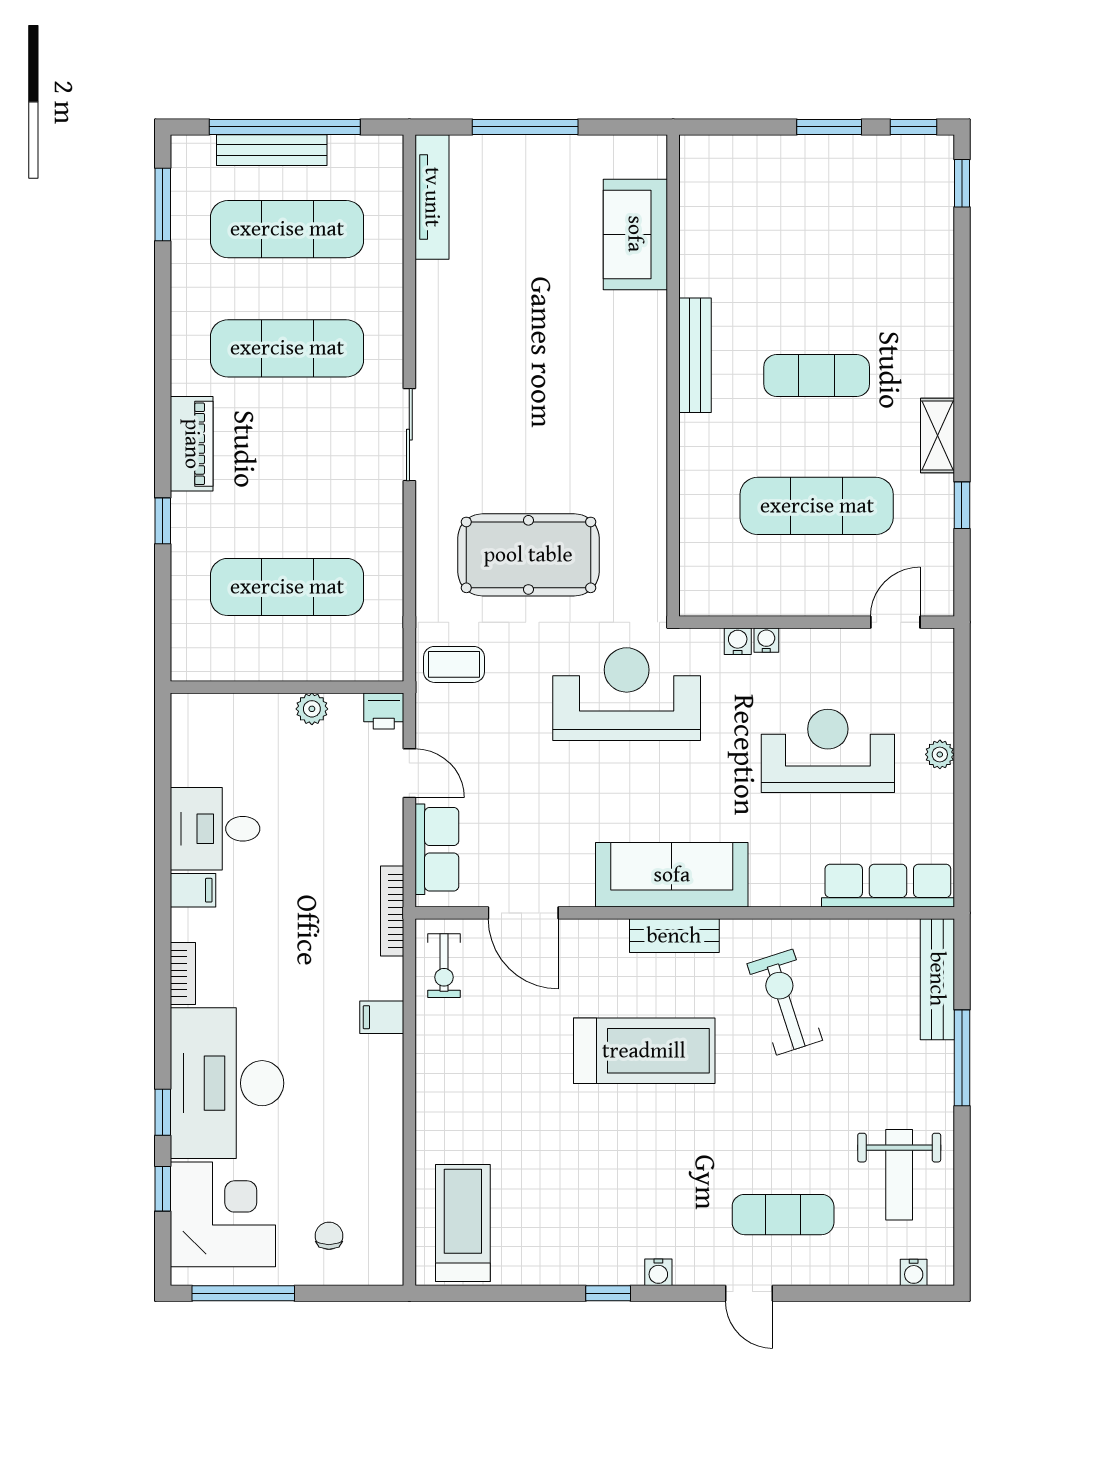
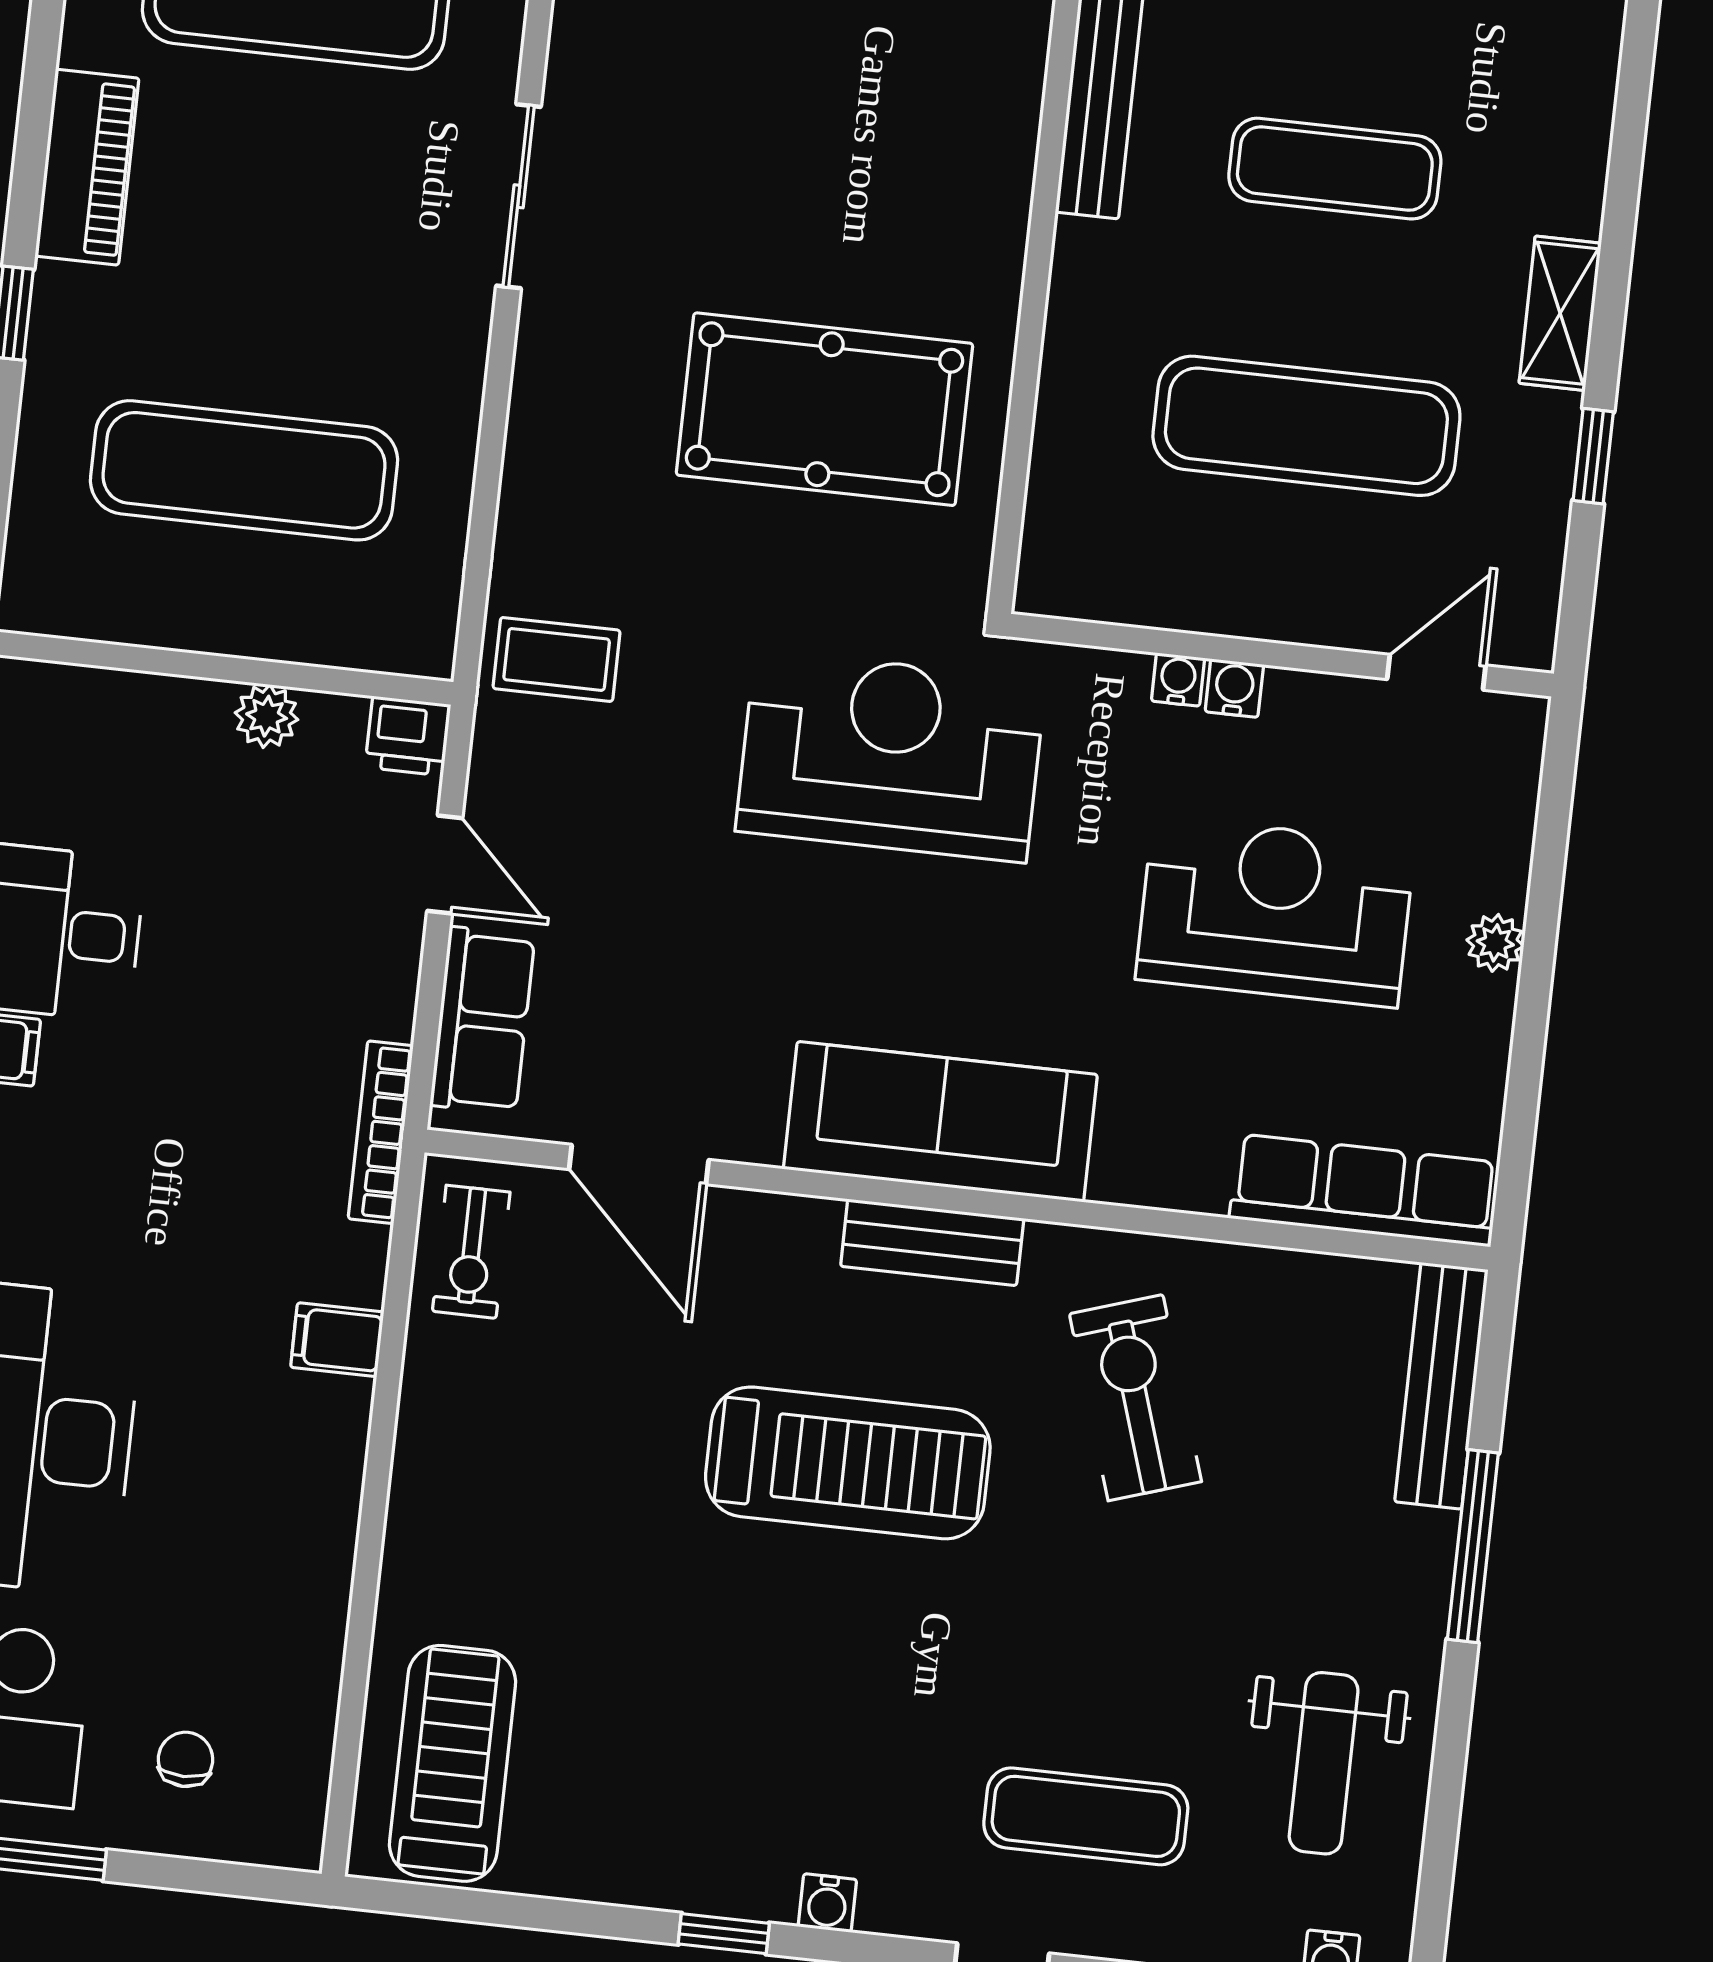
pool table: (528, 555) -> (825, 409), moved
water cooler: (738, 641) -> (1234, 688), moved

